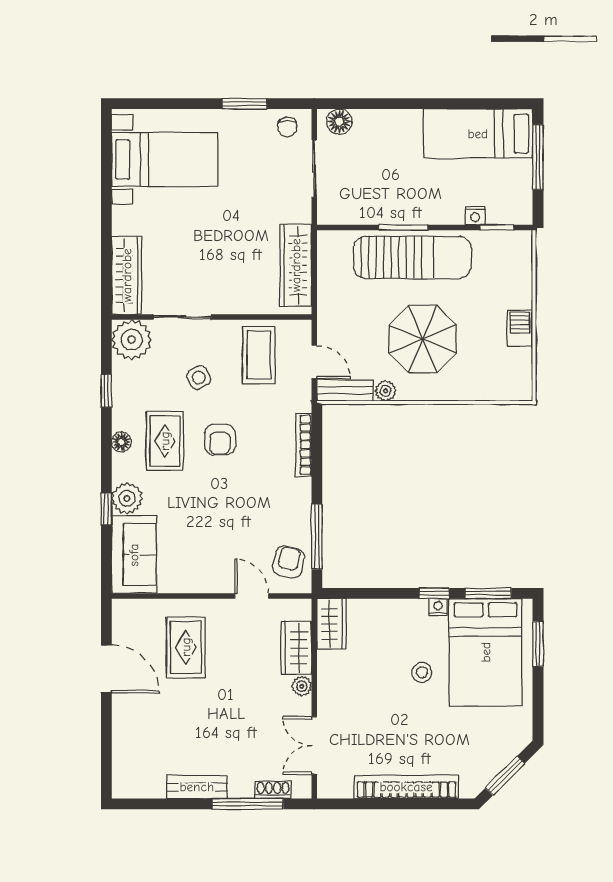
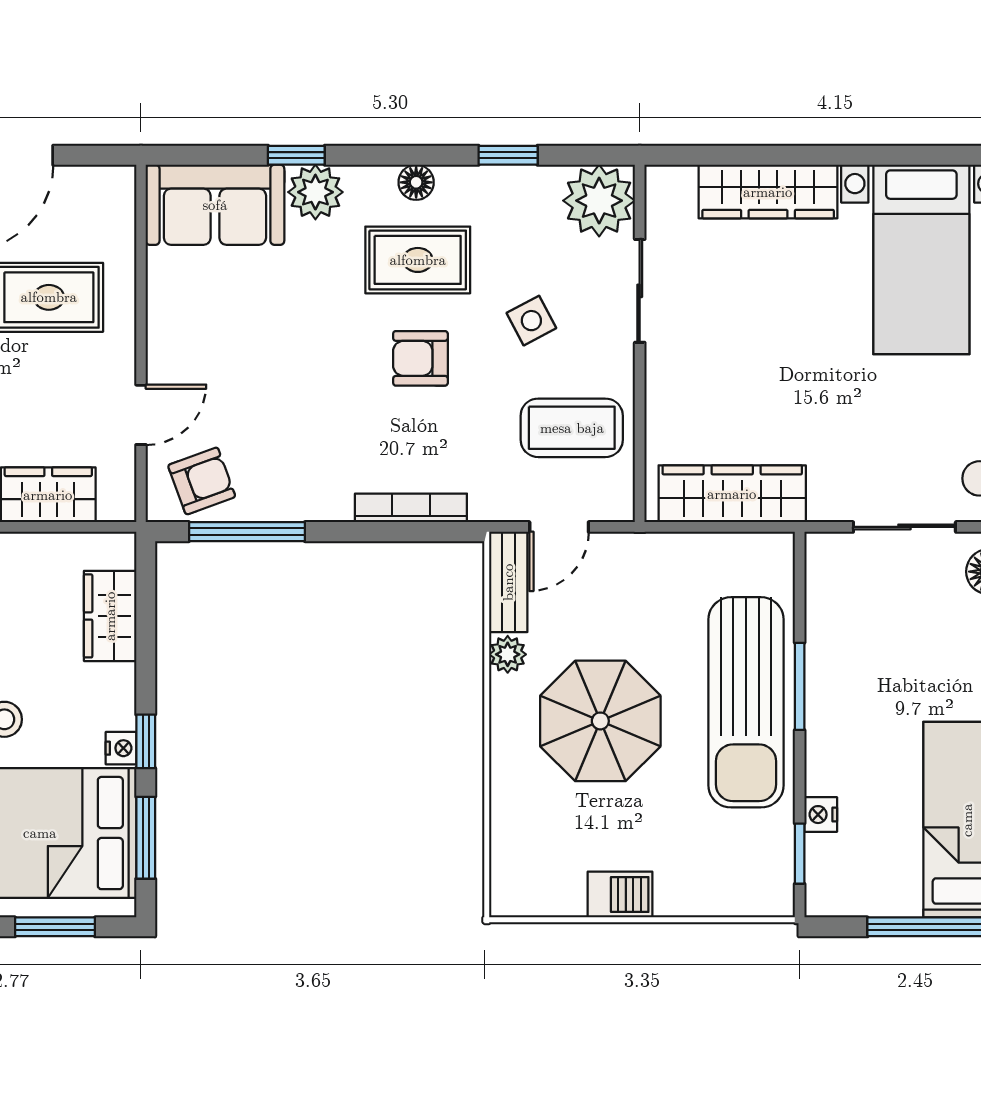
wardrobe: (127, 275) -> (768, 192), moved
armchair: (289, 562) -> (202, 481), turned -33
wardrobe: (332, 624) -> (110, 616), moved, turned 90

